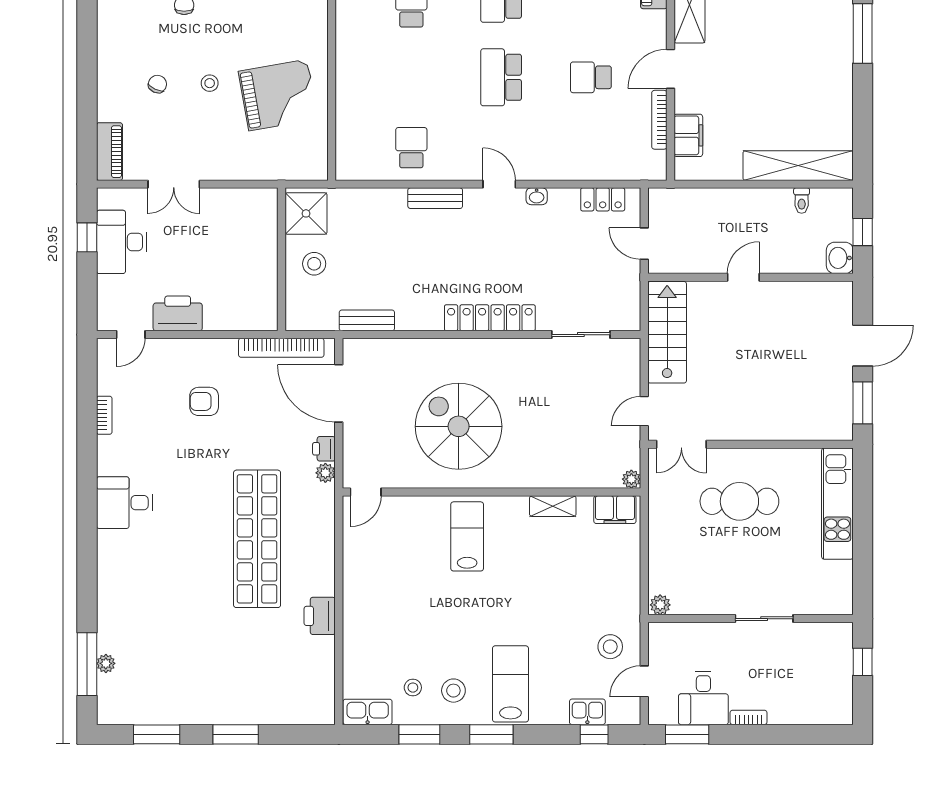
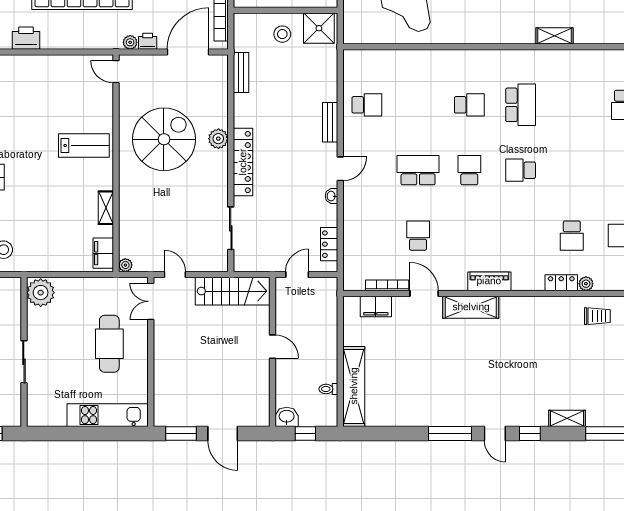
plant: (458, 352) -> (218, 139), added
plant: (660, 605) -> (41, 293), width x1.88, depth x1.88

